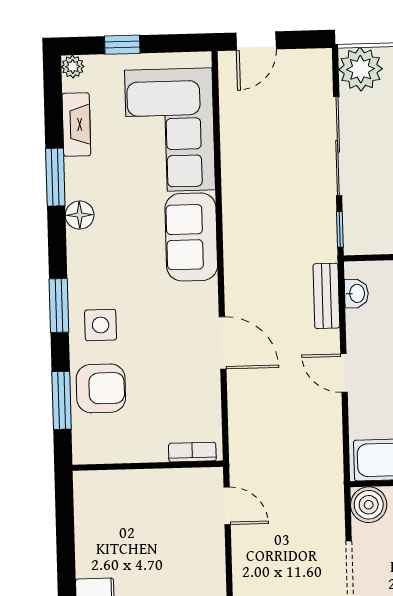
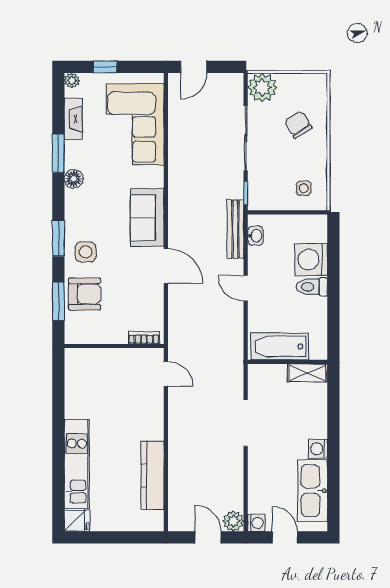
sofa: (191, 237) -> (147, 218), moved
bench: (326, 296) -> (235, 229), width x1.36
boiler: (369, 505) -> (260, 376), removed

